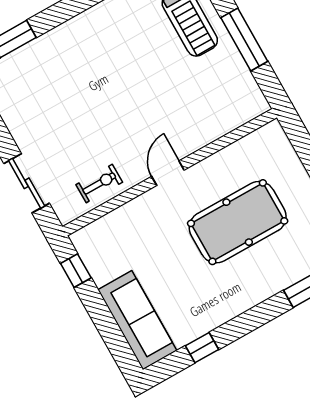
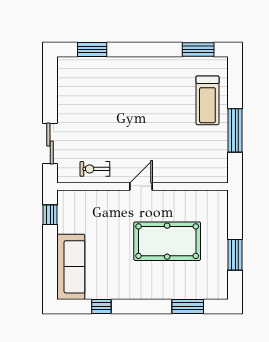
exercise bike: (99, 183) -> (95, 169), turned 180

